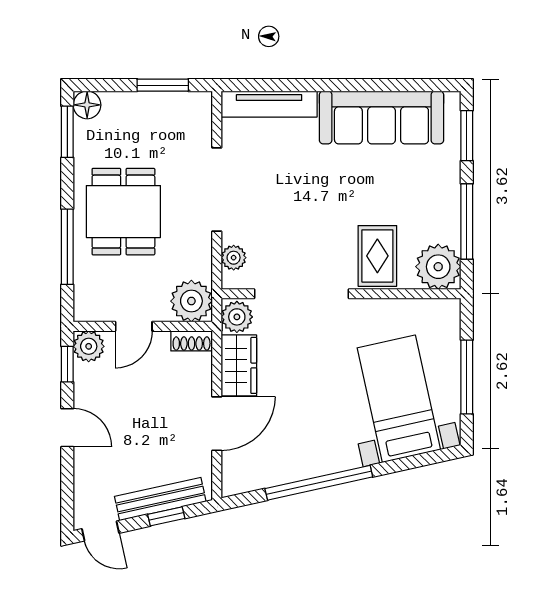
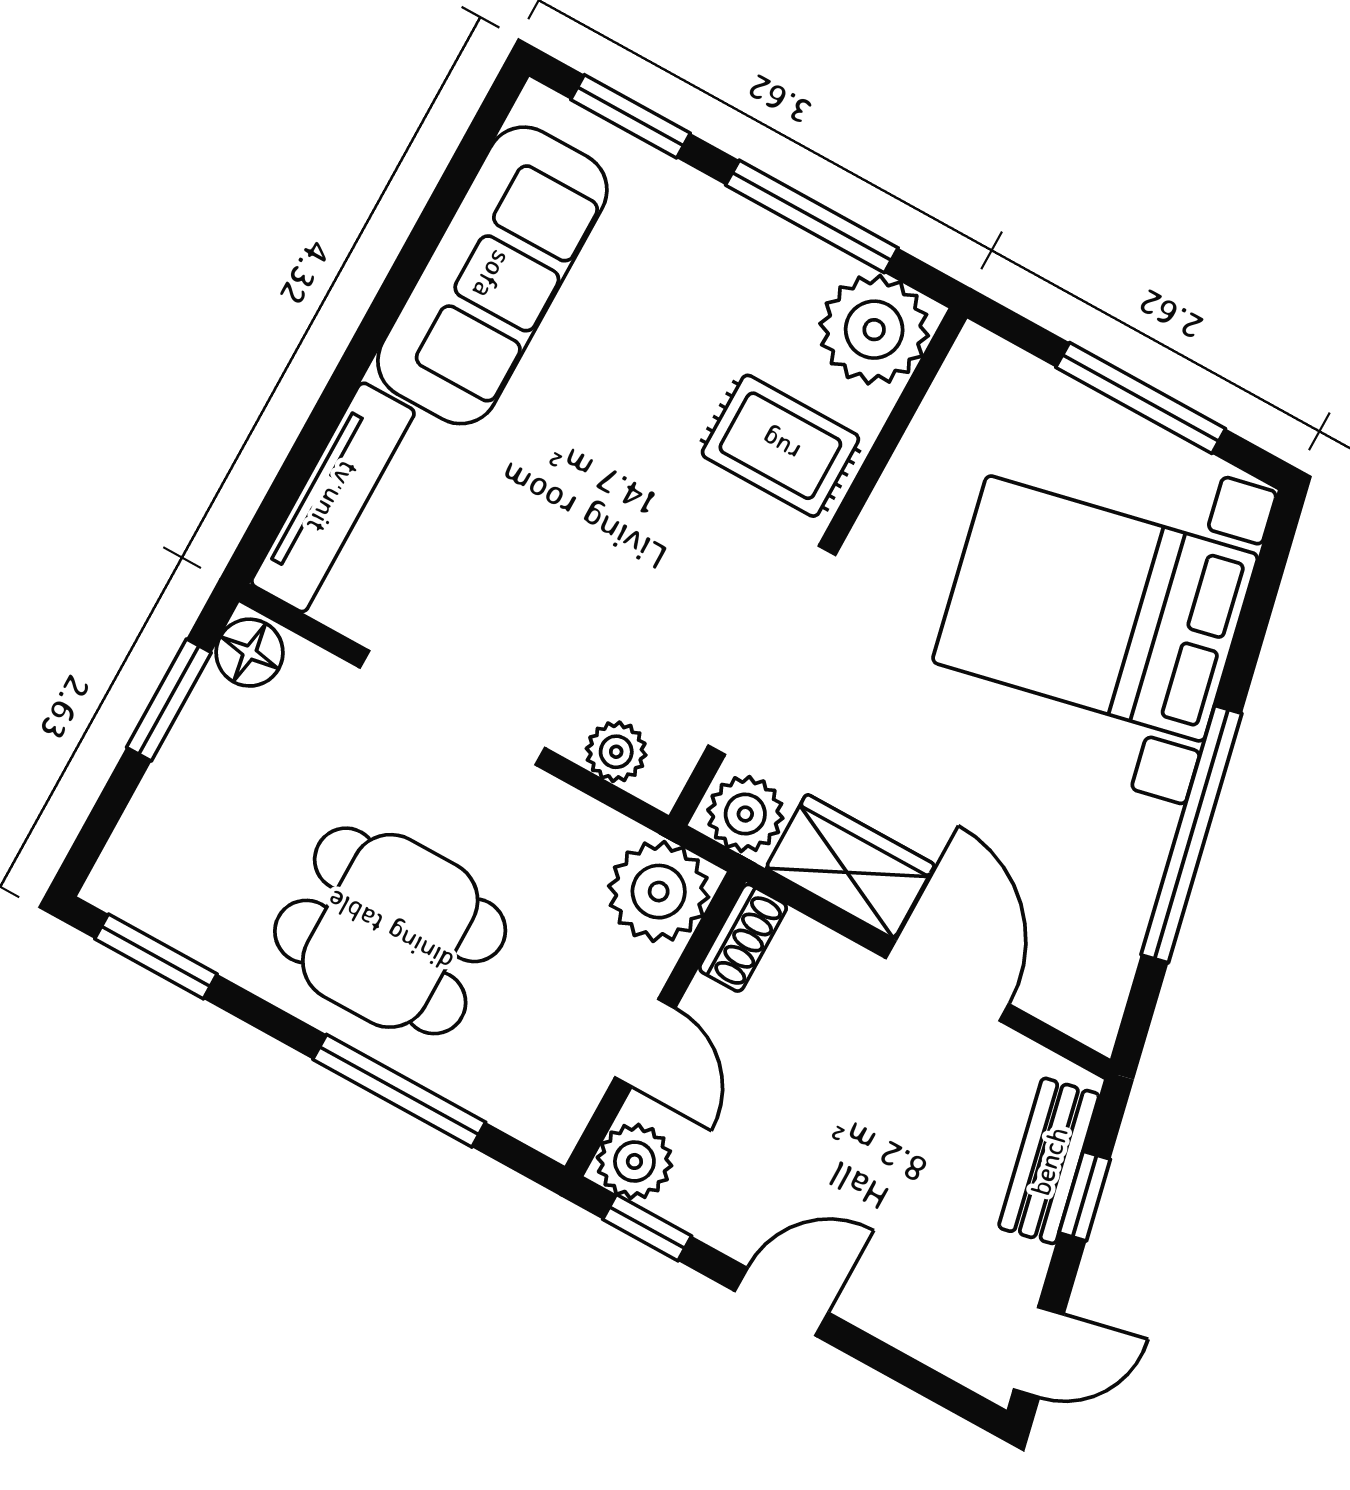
floor lamp: (87, 105) -> (250, 653), moved
bed with nightstands: (399, 399) -> (1095, 608), width x1.36
bench: (160, 499) -> (1049, 1161), width x0.73

